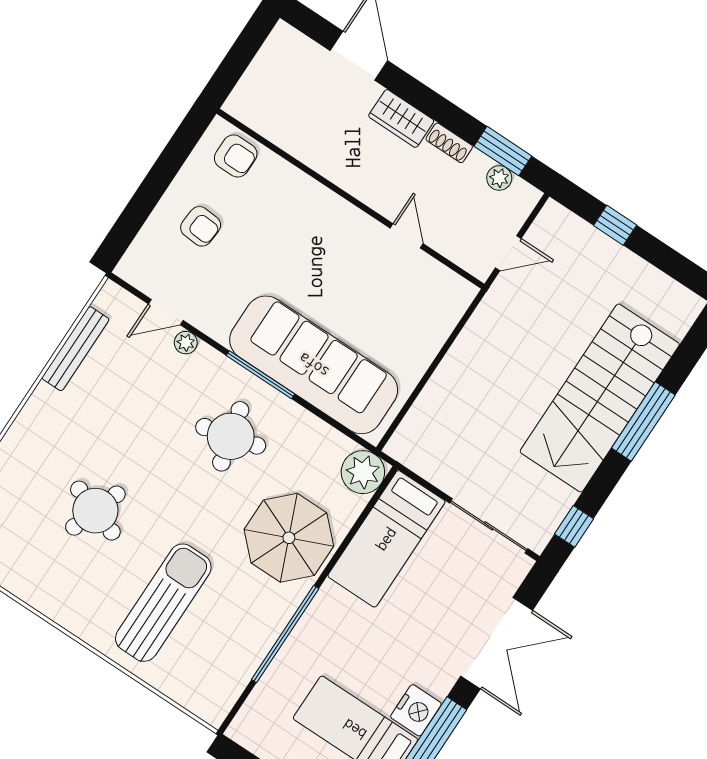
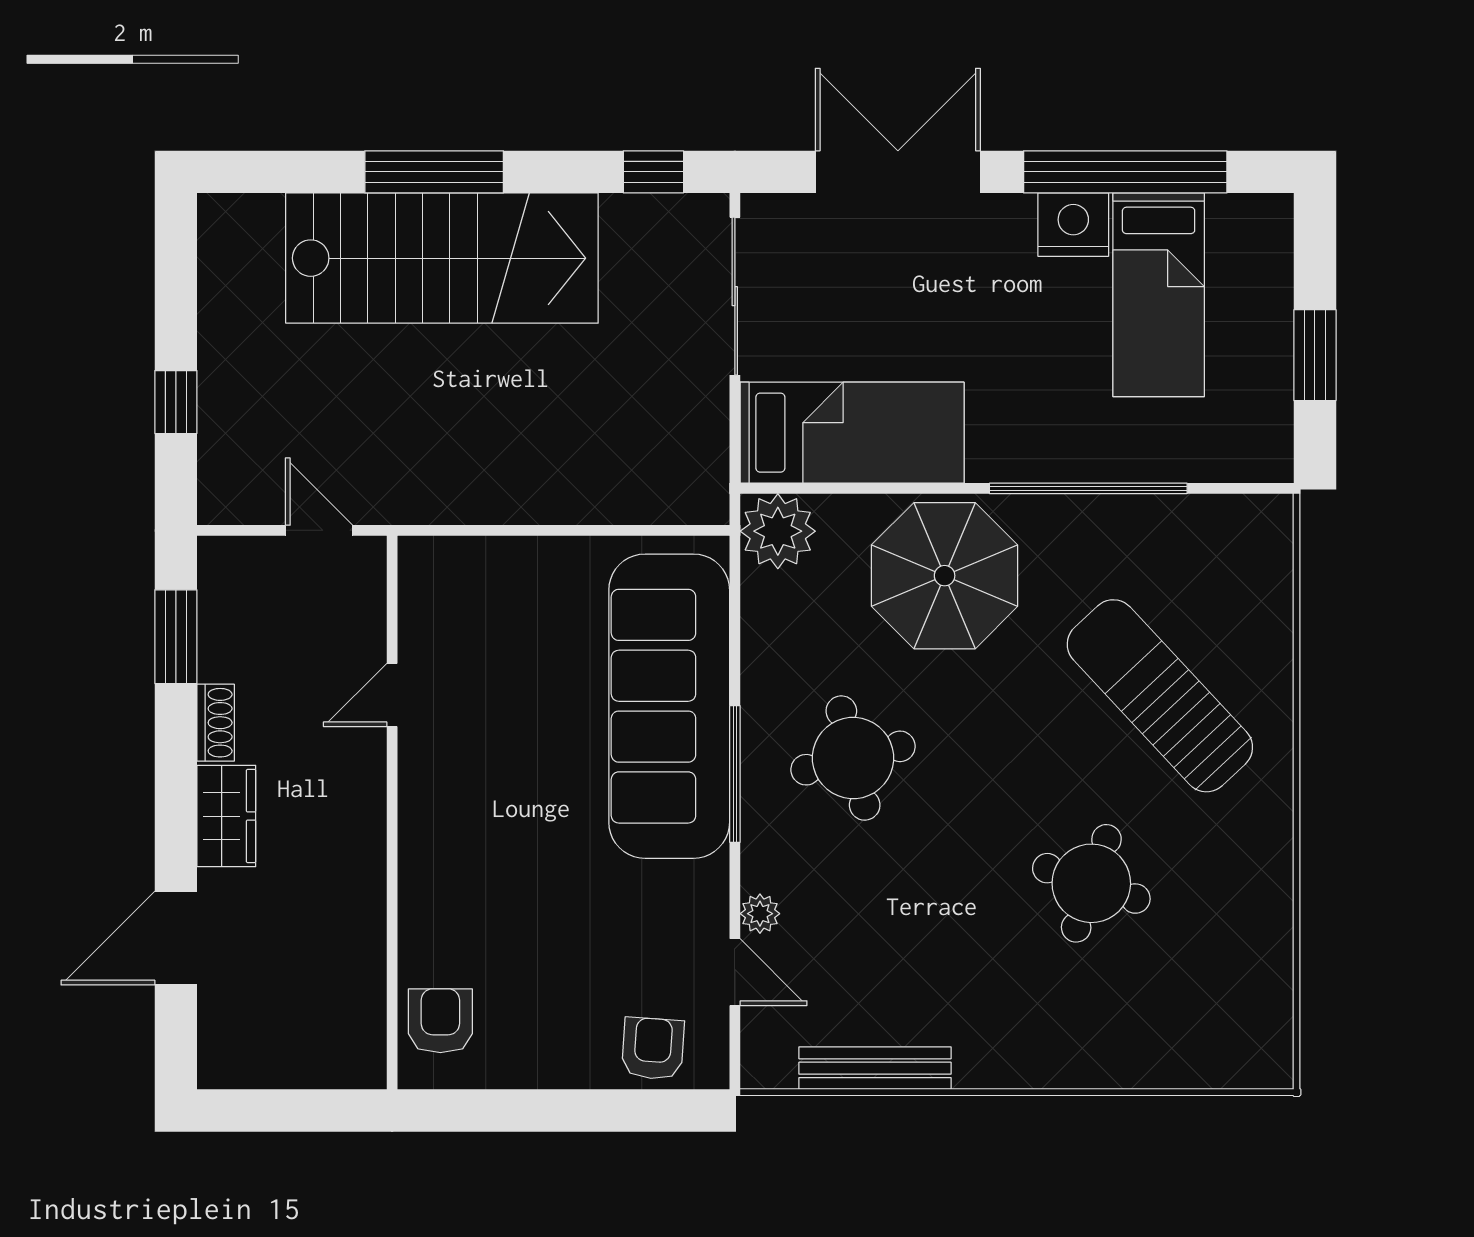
plant: (499, 178) -> (219, 616), removed
armchair: (201, 226) -> (653, 1049), moved
sun lounger: (163, 603) -> (1160, 696), turned 47

